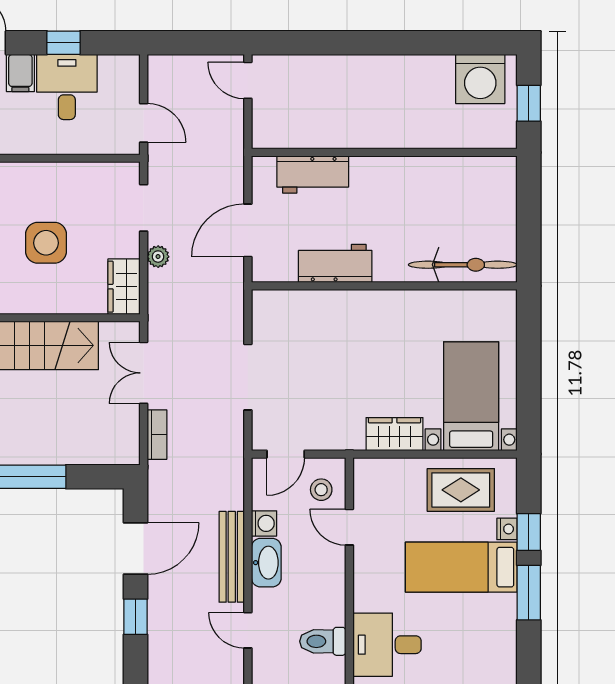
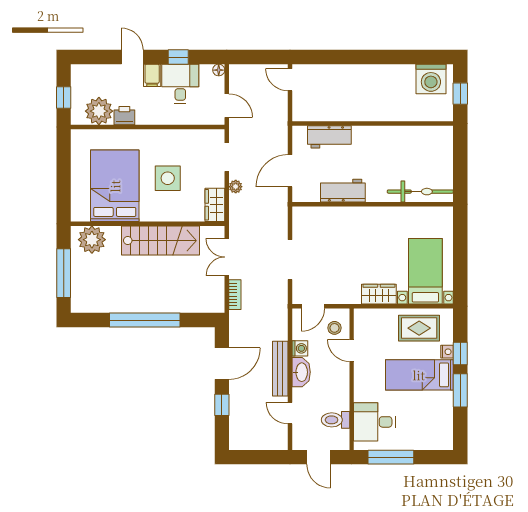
floor lamp: (130, 64) -> (219, 70), added

